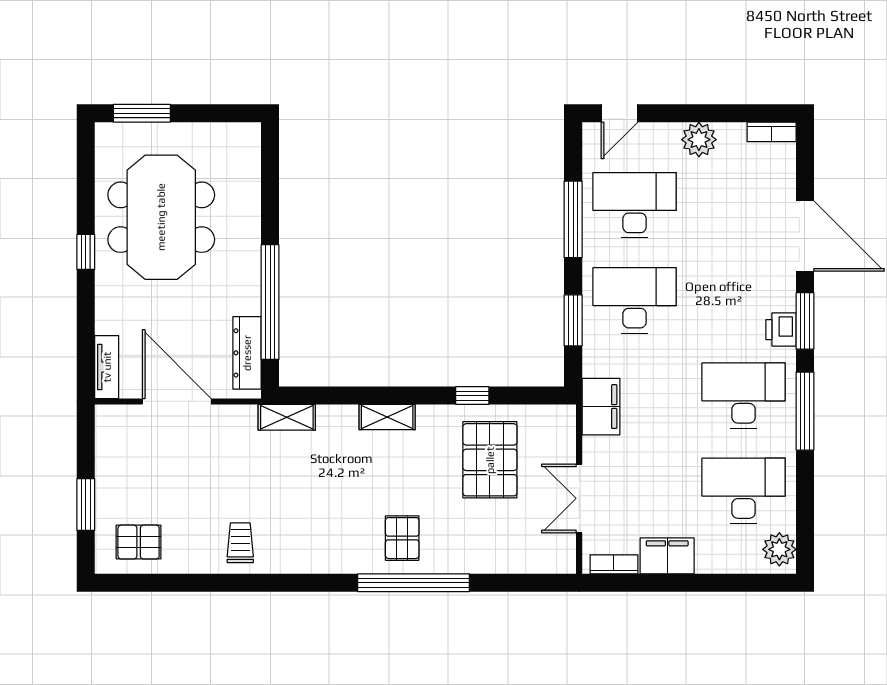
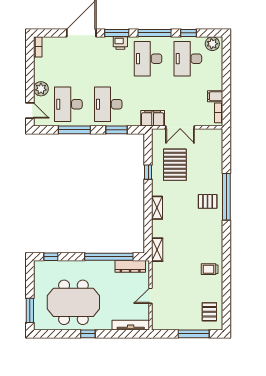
plant: (699, 140) -> (41, 89), moved
window: (270, 163) -> (51, 257), added
tv unit: (107, 367) -> (131, 325), width x1.41
door: (177, 401) -> (150, 296), width x0.53
pallet: (490, 460) -> (175, 165), turned 90
window: (805, 492) -> (188, 33), added
double door: (579, 498) -> (180, 127), moved
window: (86, 505) -> (194, 334), width x1.44
filing cabinet: (667, 556) -> (215, 96), width x0.50

